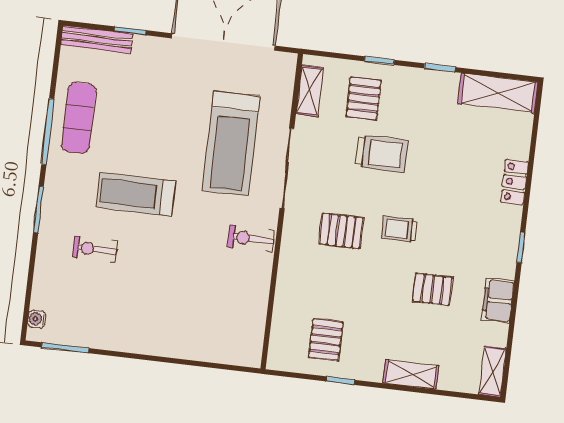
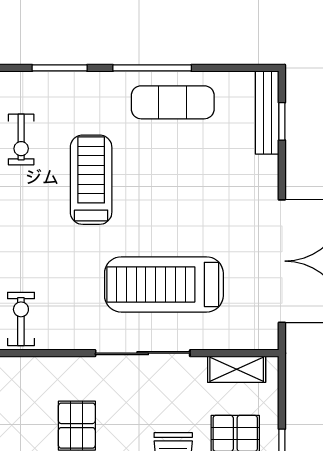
window: (130, 31) -> (282, 121), moved
exercise bike: (251, 239) -> (21, 319), moved
exercise bike: (95, 249) -> (21, 139), turned 180

